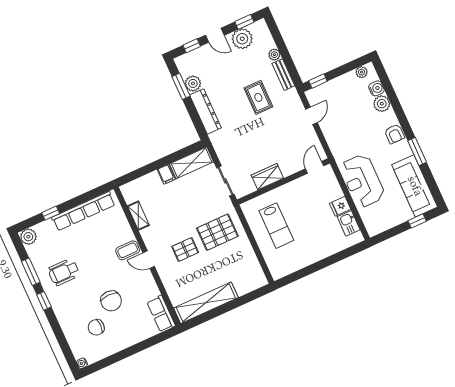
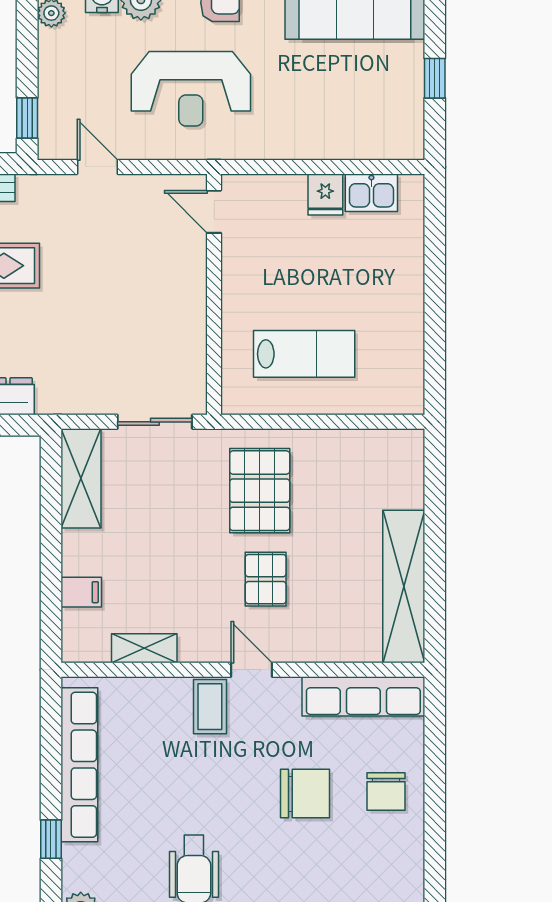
filing cabinet: (166, 174) -> (81, 592), moved
wardrobe: (267, 177) -> (187, 325), removed
reception desk: (362, 181) -> (191, 89), moved
window: (417, 221) -> (435, 78), moved
door: (149, 260) -> (251, 670), swing flipped
row of seats: (161, 314) -> (363, 696), width x1.48
chair: (96, 327) -> (386, 791), moved

